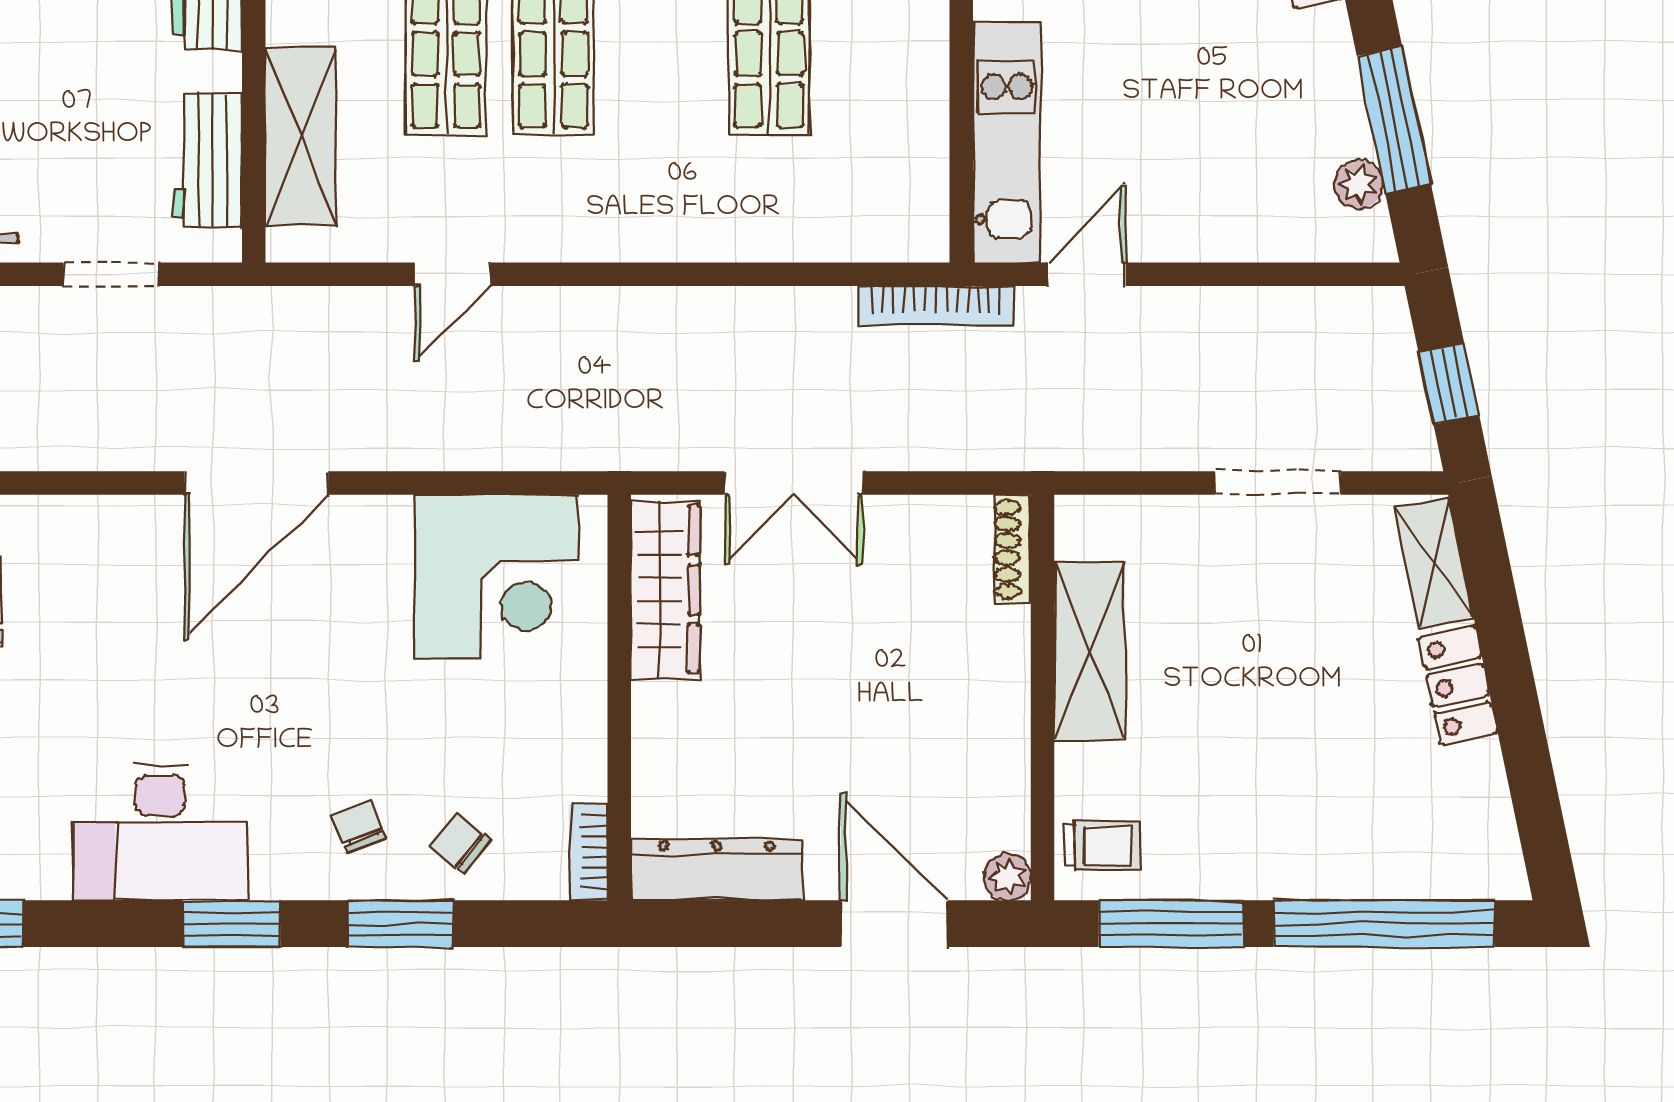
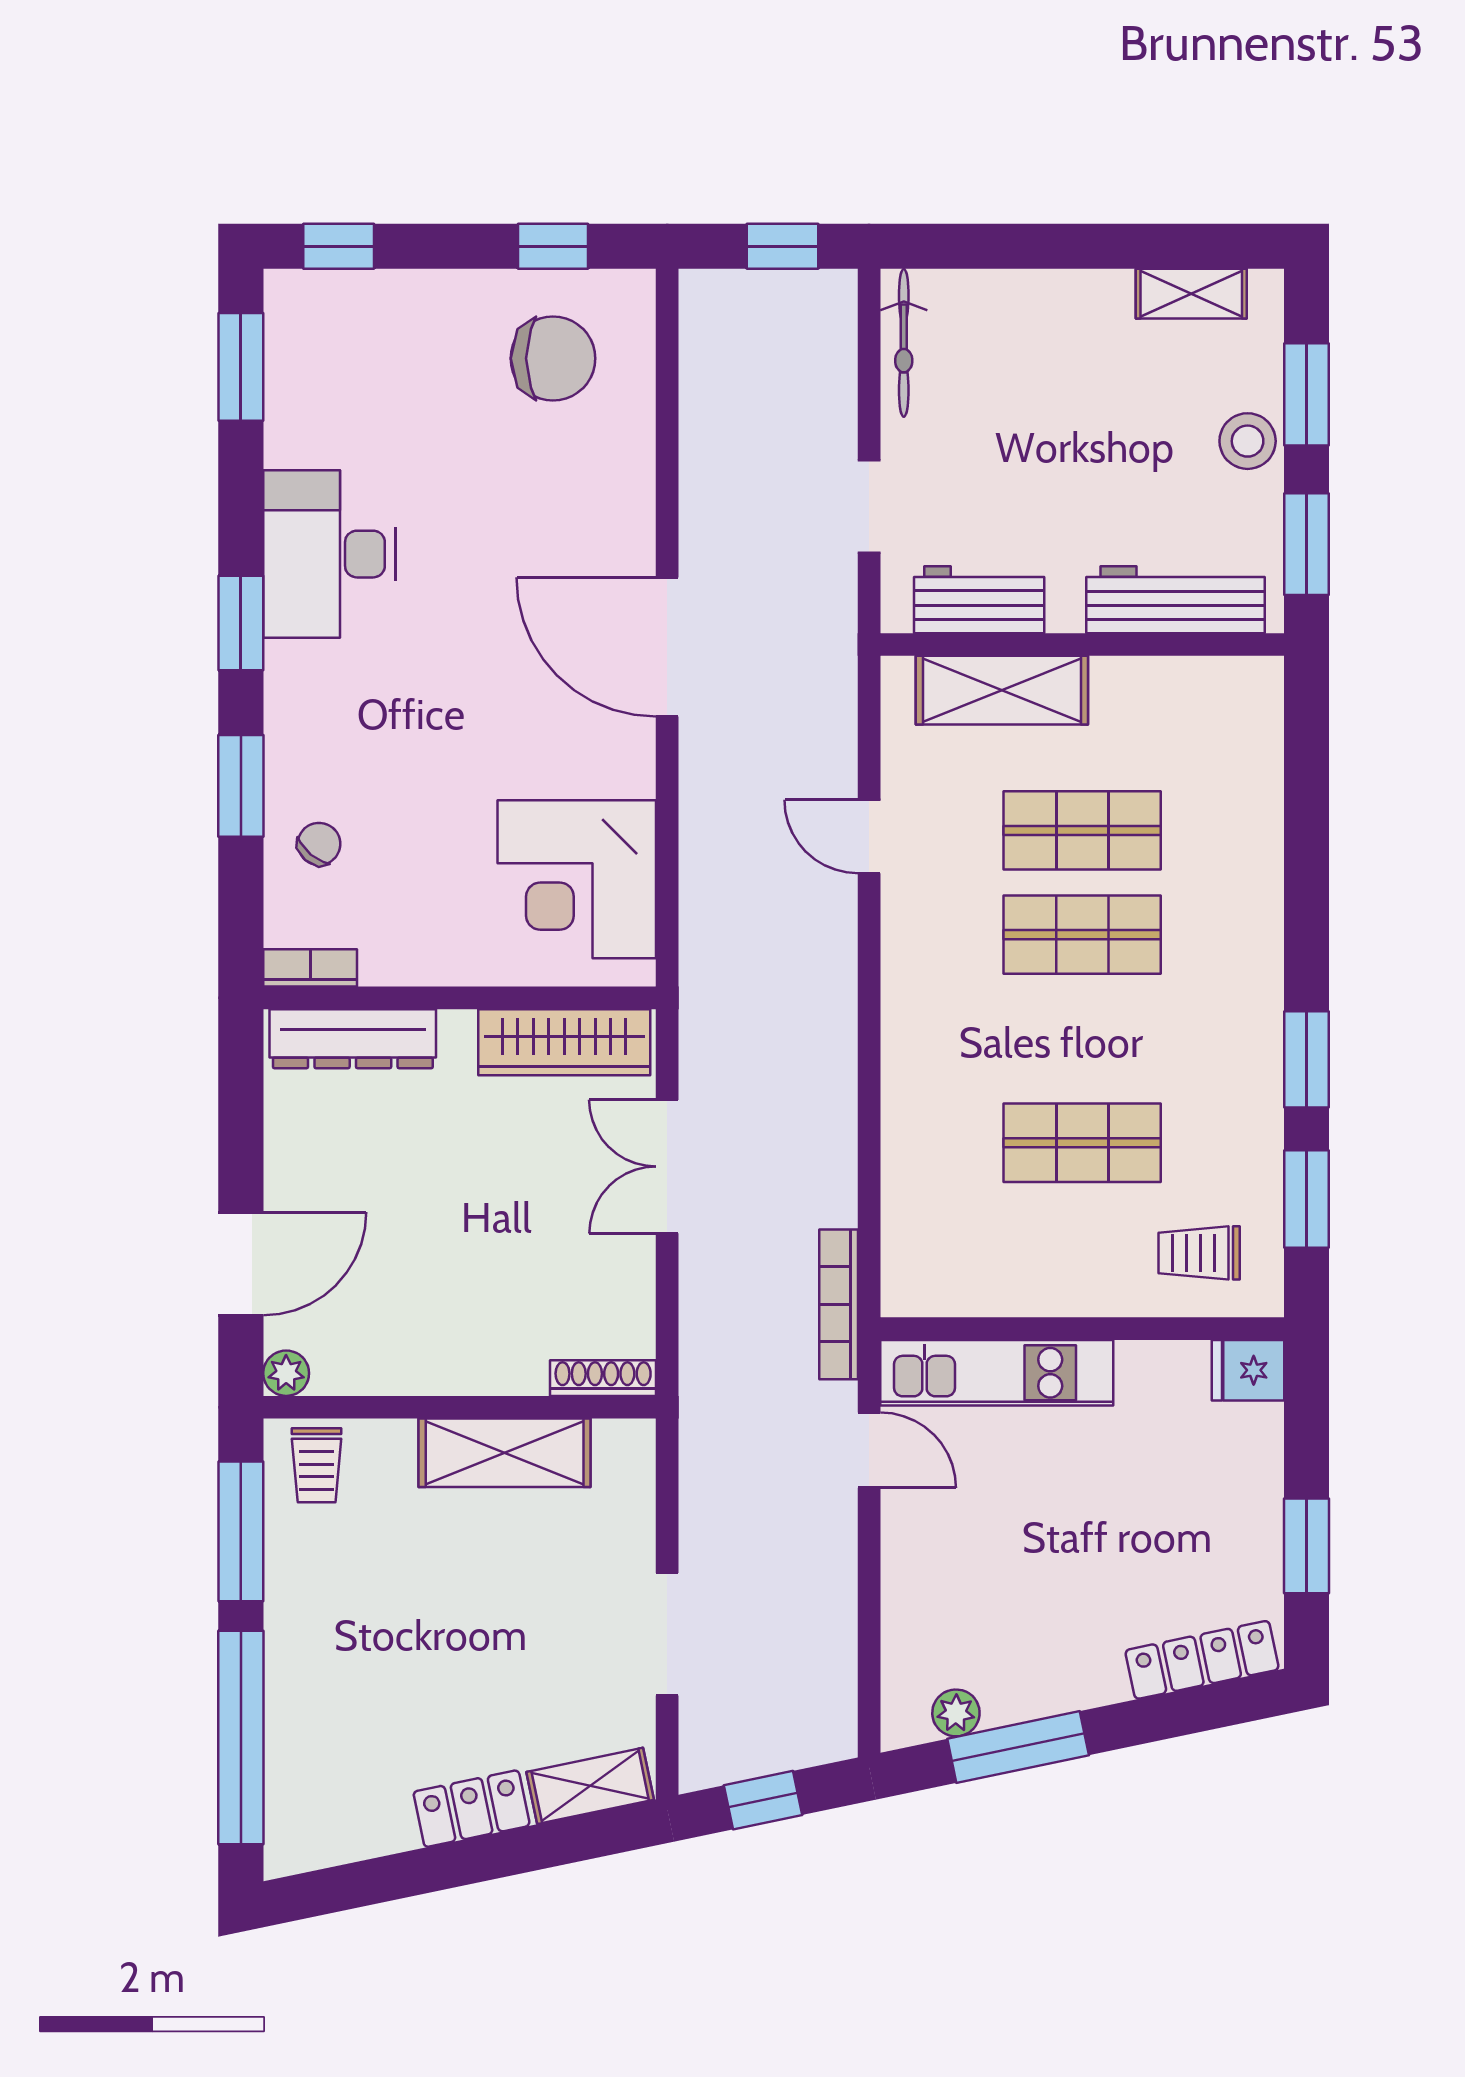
chair: (359, 826) -> (335, 746), removed
dresser: (717, 870) -> (353, 1039), moved, turned 90

